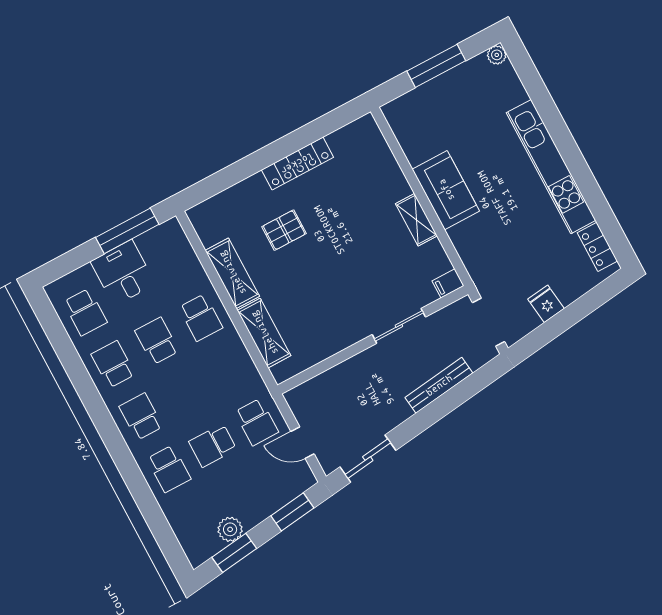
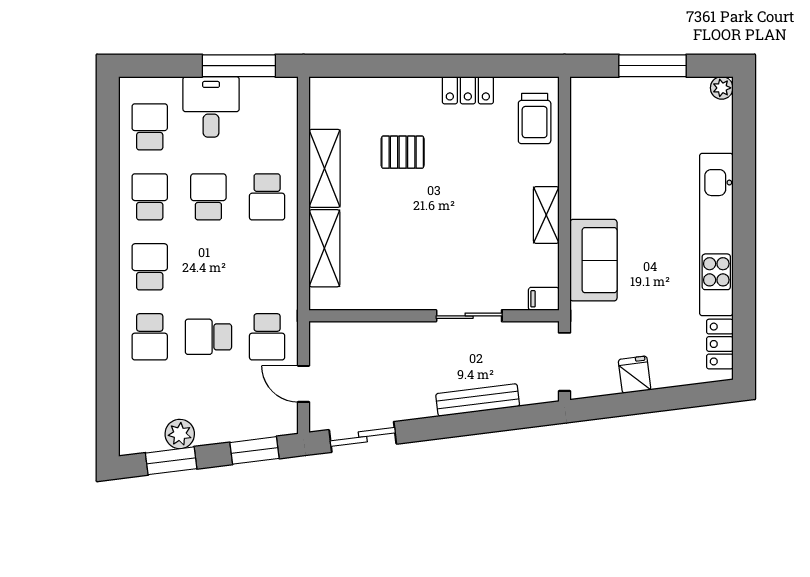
trolley: (369, 152) -> (535, 119), added
locker: (297, 164) -> (468, 90), width x0.66
sofa: (446, 190) -> (593, 260), moved
school desk: (85, 312) -> (150, 127), turned 180

